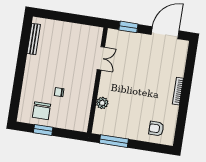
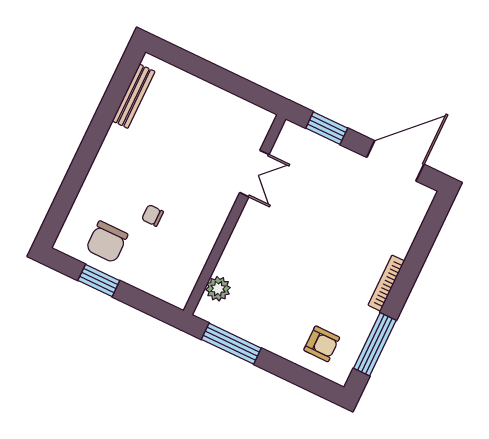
plant: (102, 103) -> (218, 289), moved
window: (181, 121) -> (375, 344), added
armchair: (156, 129) -> (322, 344), turned 180

